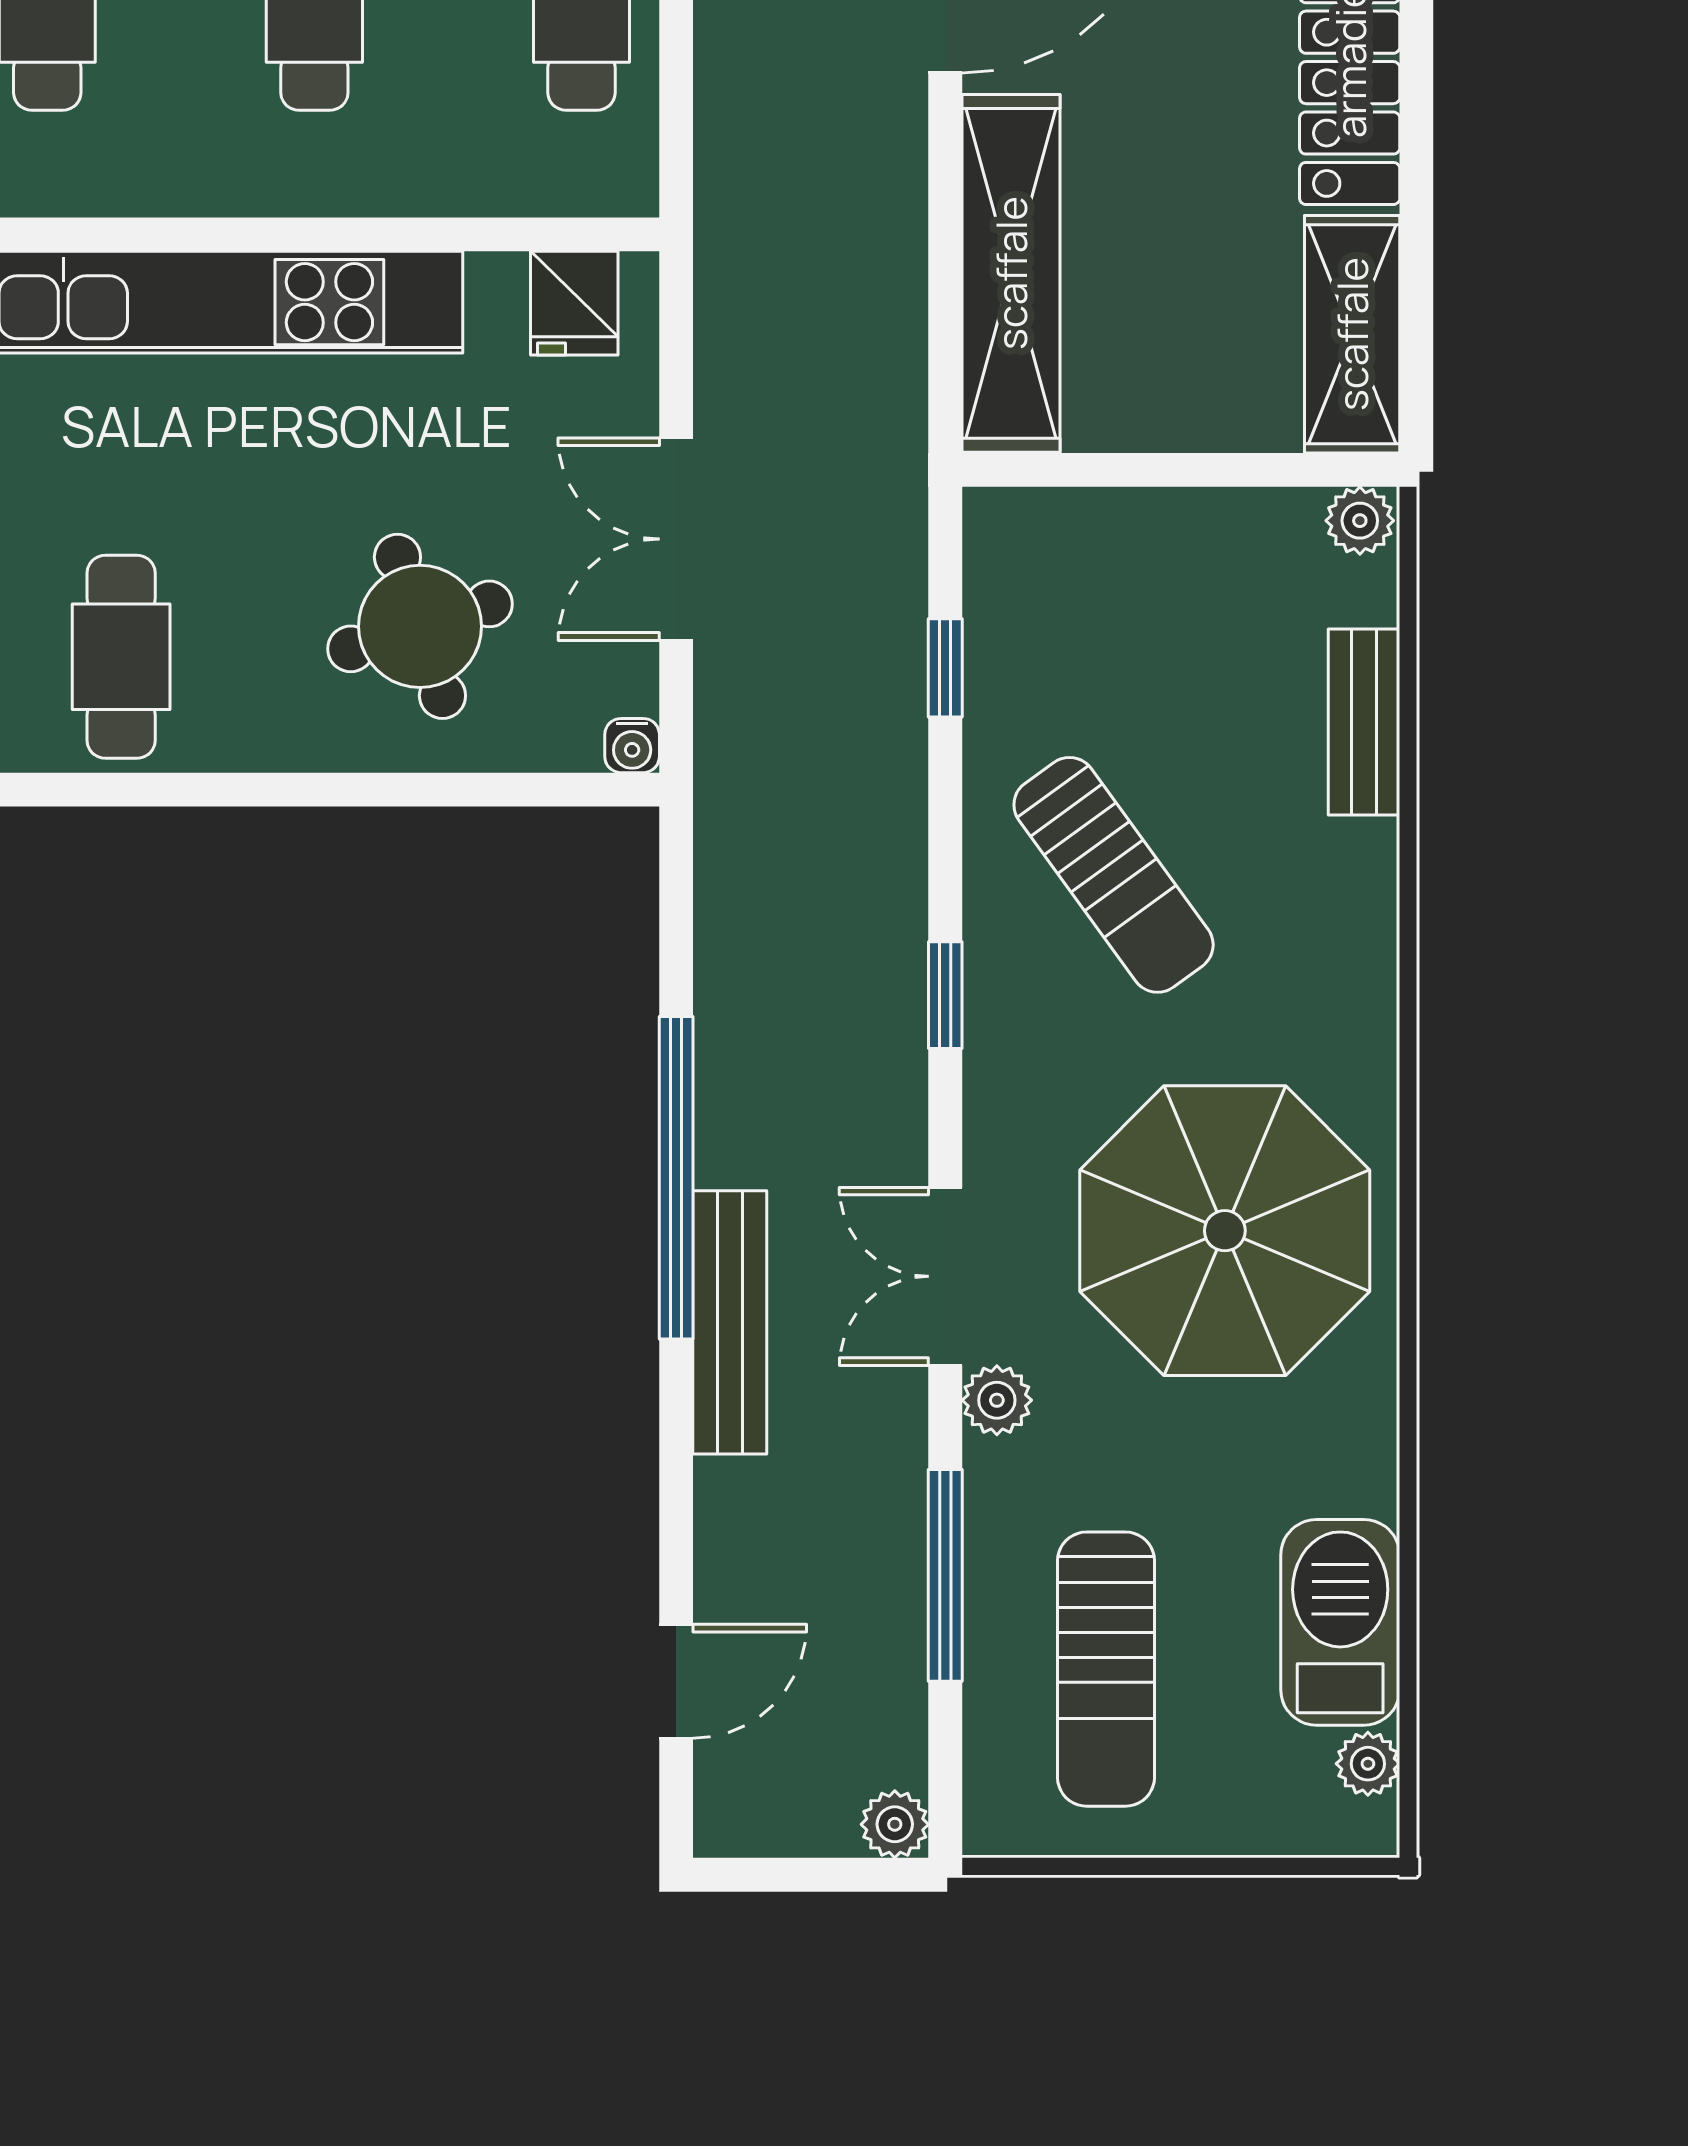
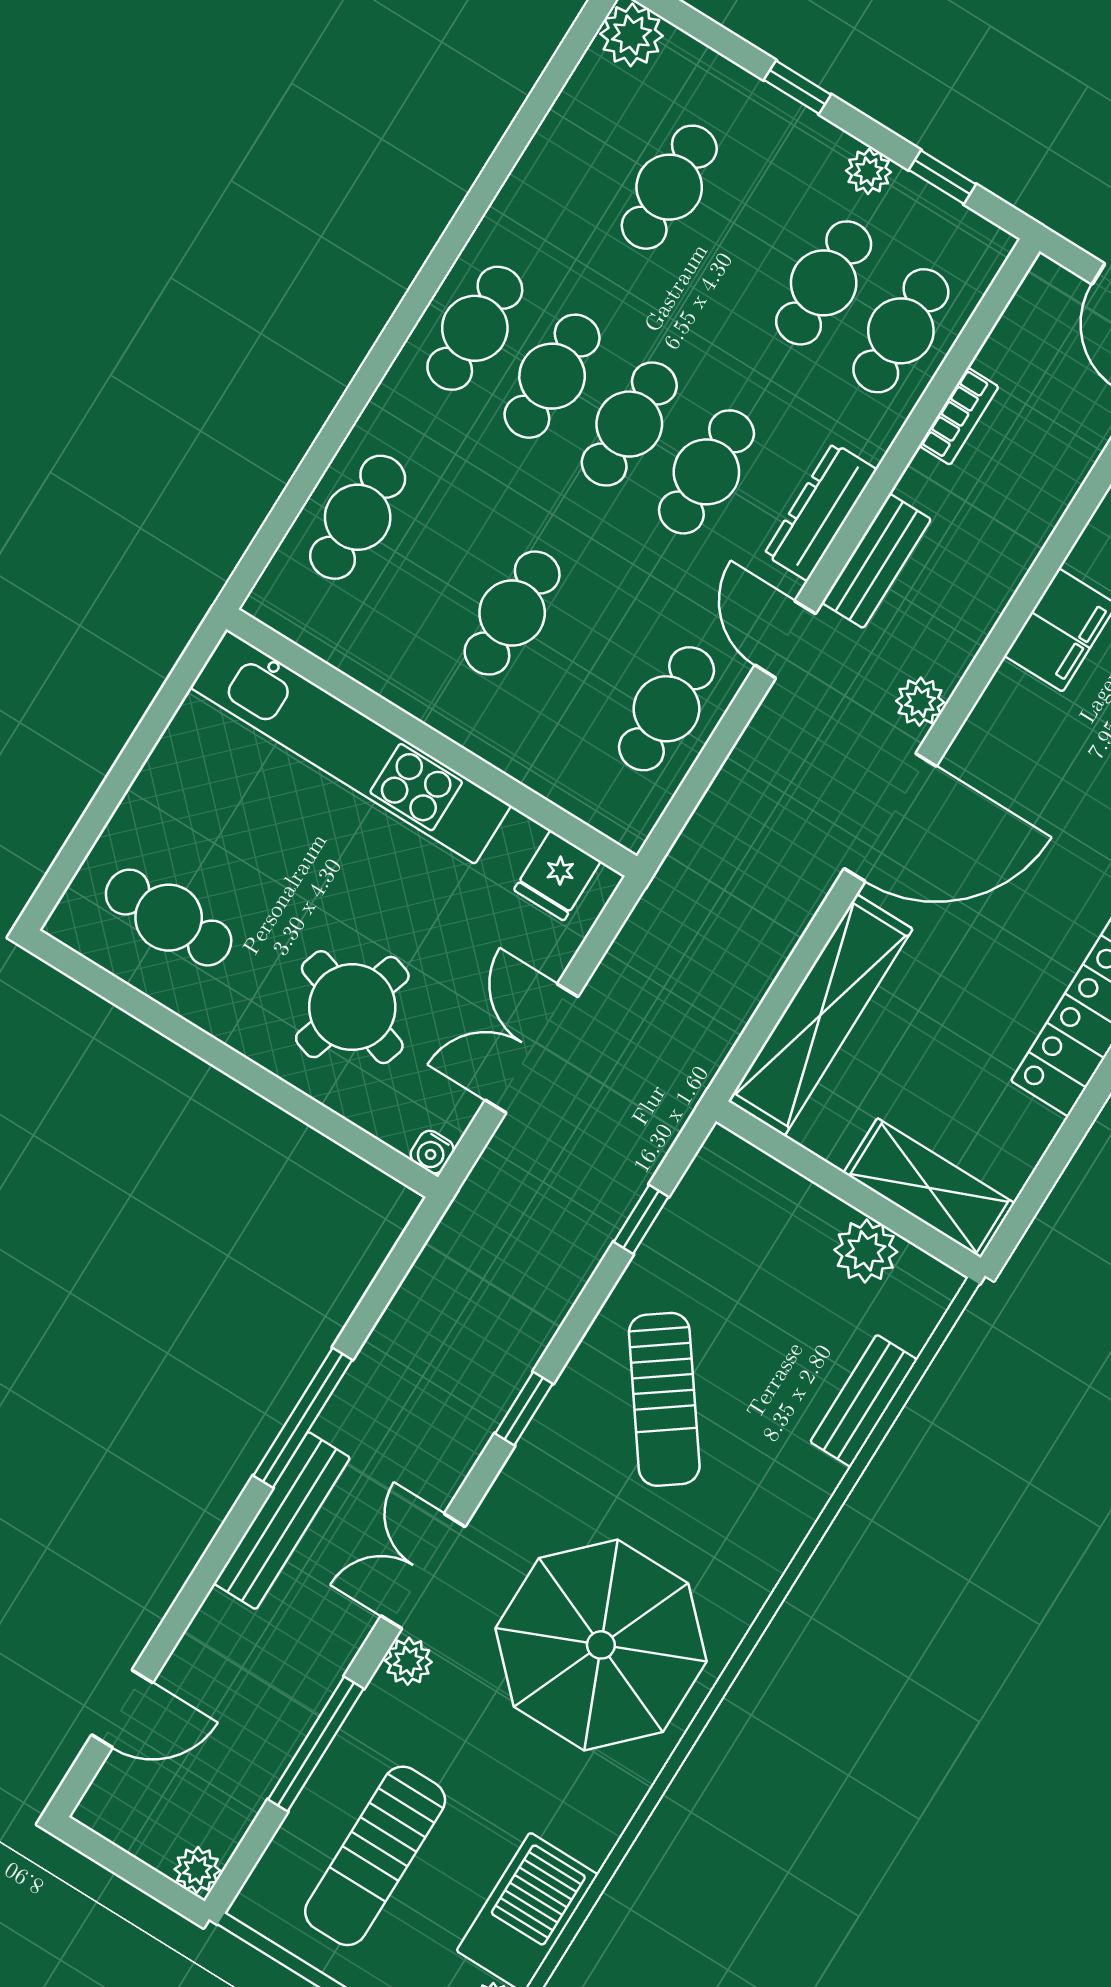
shelving: (1352, 334) -> (929, 1188), moved, turned 90
plant: (1360, 521) -> (866, 1251), moved, width x1.38, depth x1.38
round table: (420, 626) -> (352, 1007), turned 36
cafe table: (121, 657) -> (169, 918), turned 90
window: (676, 1178) -> (303, 1418), width x0.68

